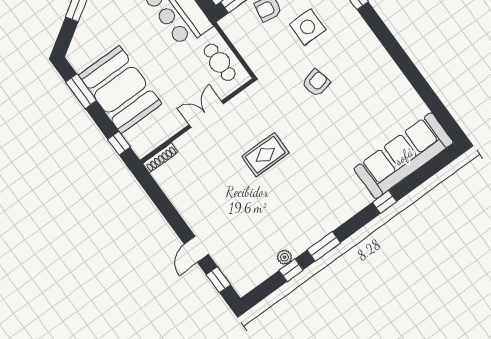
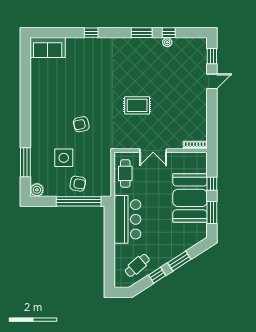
window: (119, 143) -> (212, 184), moved
sofa: (404, 156) -> (48, 47), width x0.54, depth x0.79

